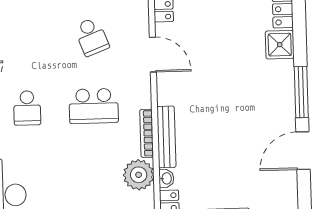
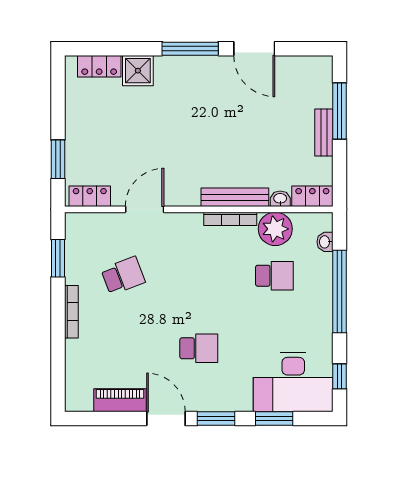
school desk: (94, 106) -> (274, 276), moved, width x0.54

